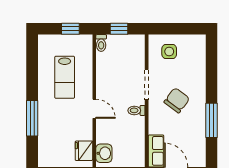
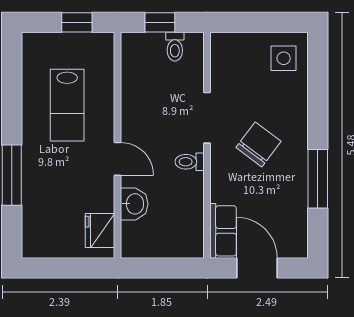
toilet: (101, 43) -> (175, 47), moved
side table: (169, 52) -> (284, 58), moved
washbasin: (104, 153) -> (134, 204), moved

